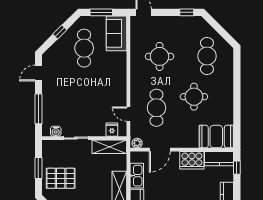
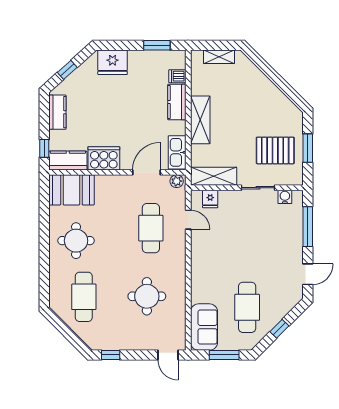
round table: (194, 97) -> (76, 241), moved
kitchen sink: (137, 176) -> (177, 152), moved
pallet: (61, 178) -> (275, 150), moved

